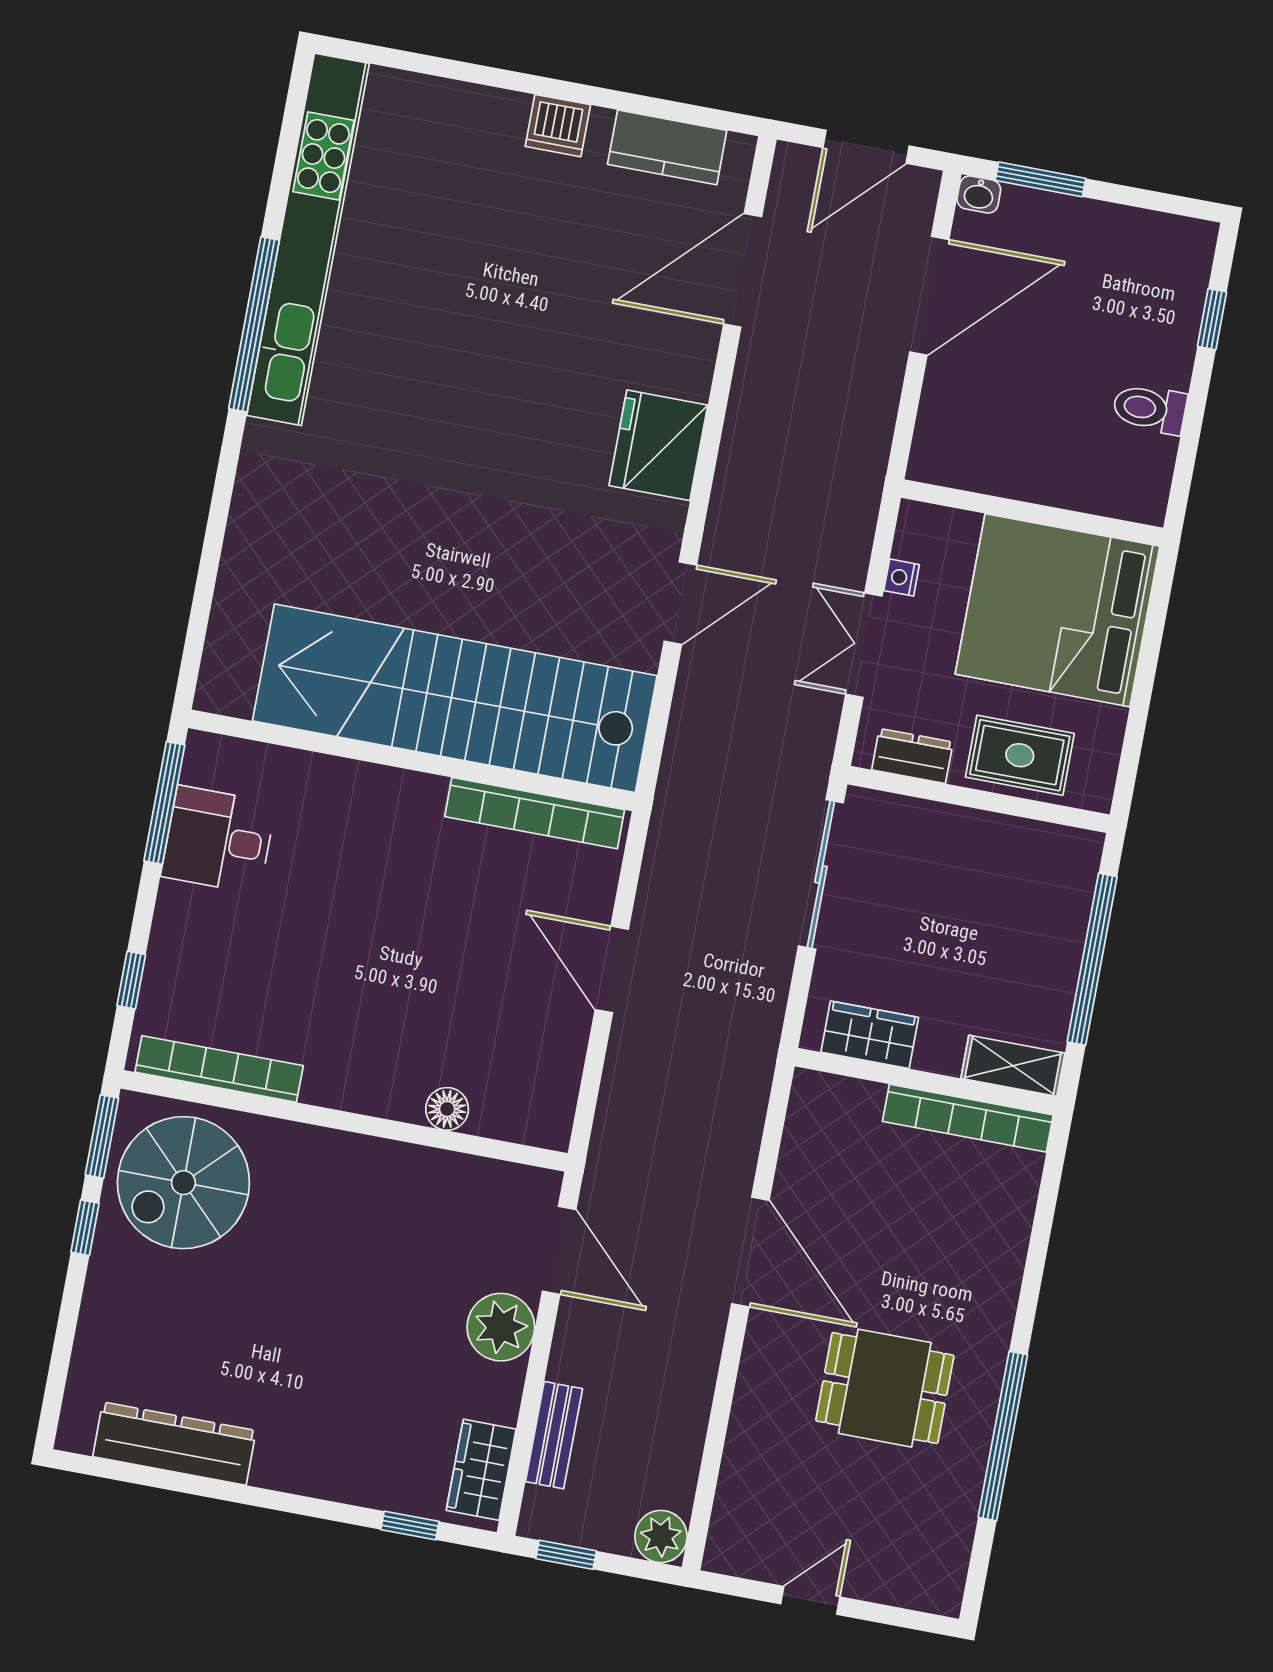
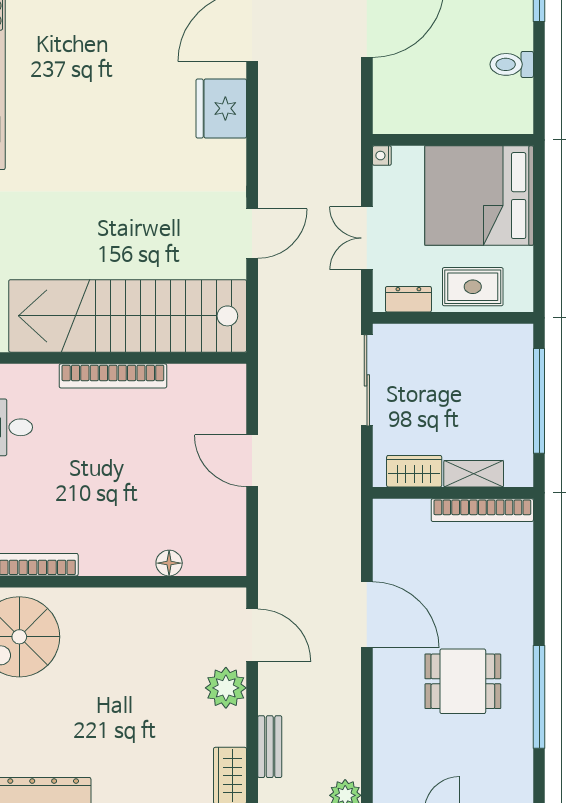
fridge: (658, 445) -> (221, 108), moved
nightstand: (902, 578) -> (382, 156), moved
bookcase: (535, 813) -> (113, 376), moved
shelving: (1013, 1066) -> (474, 474), moved

